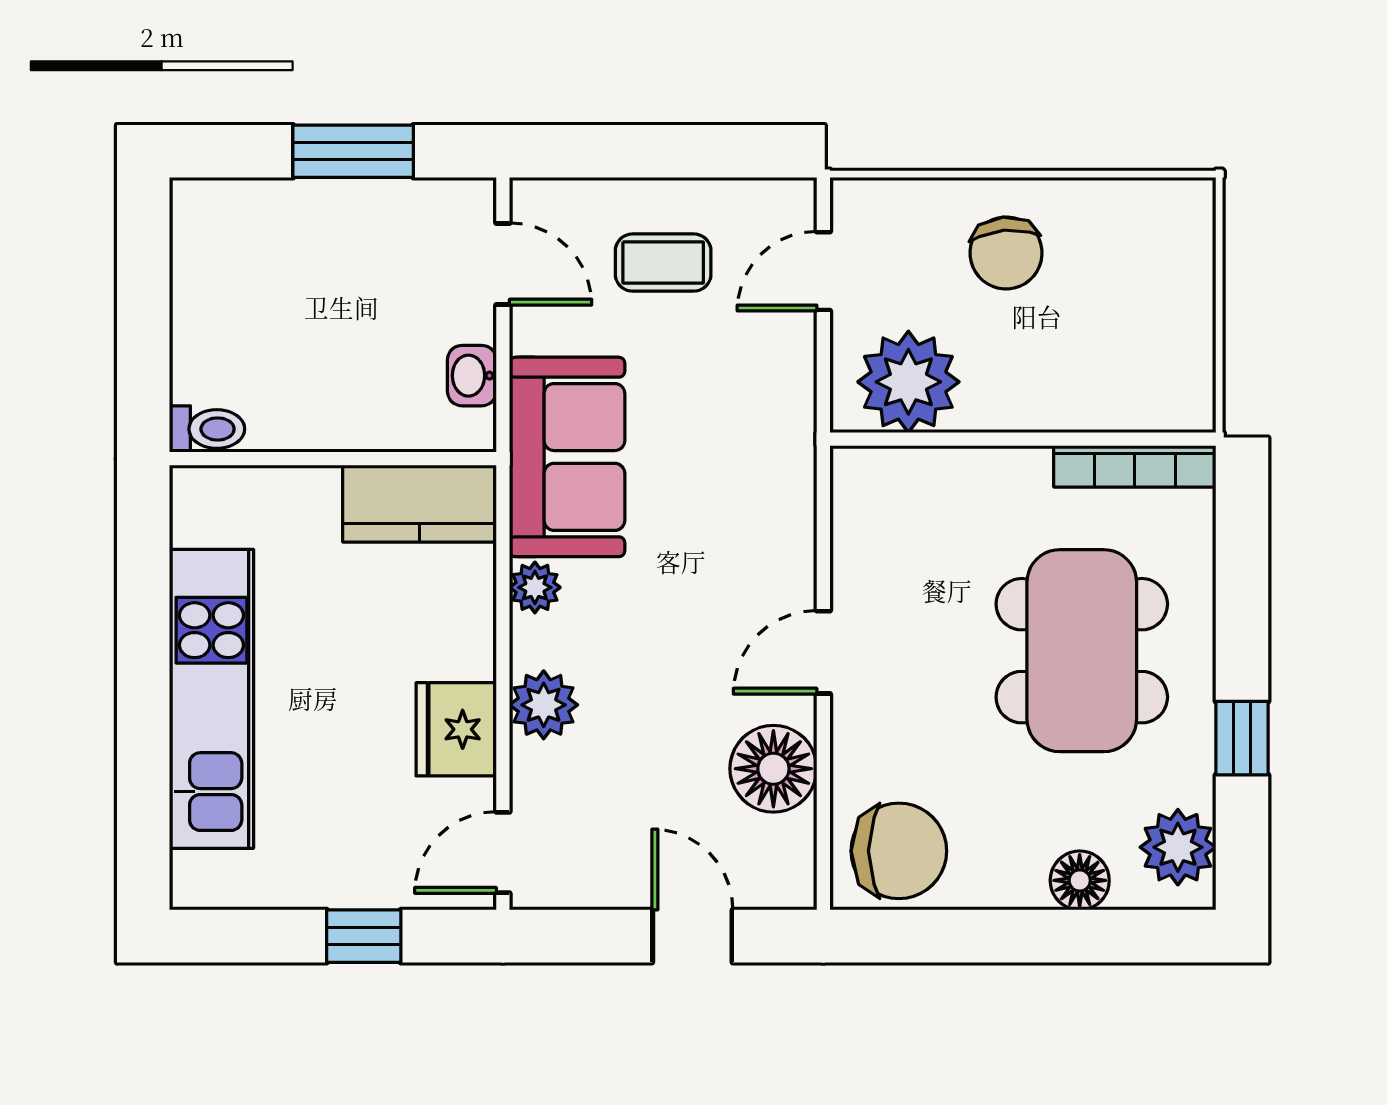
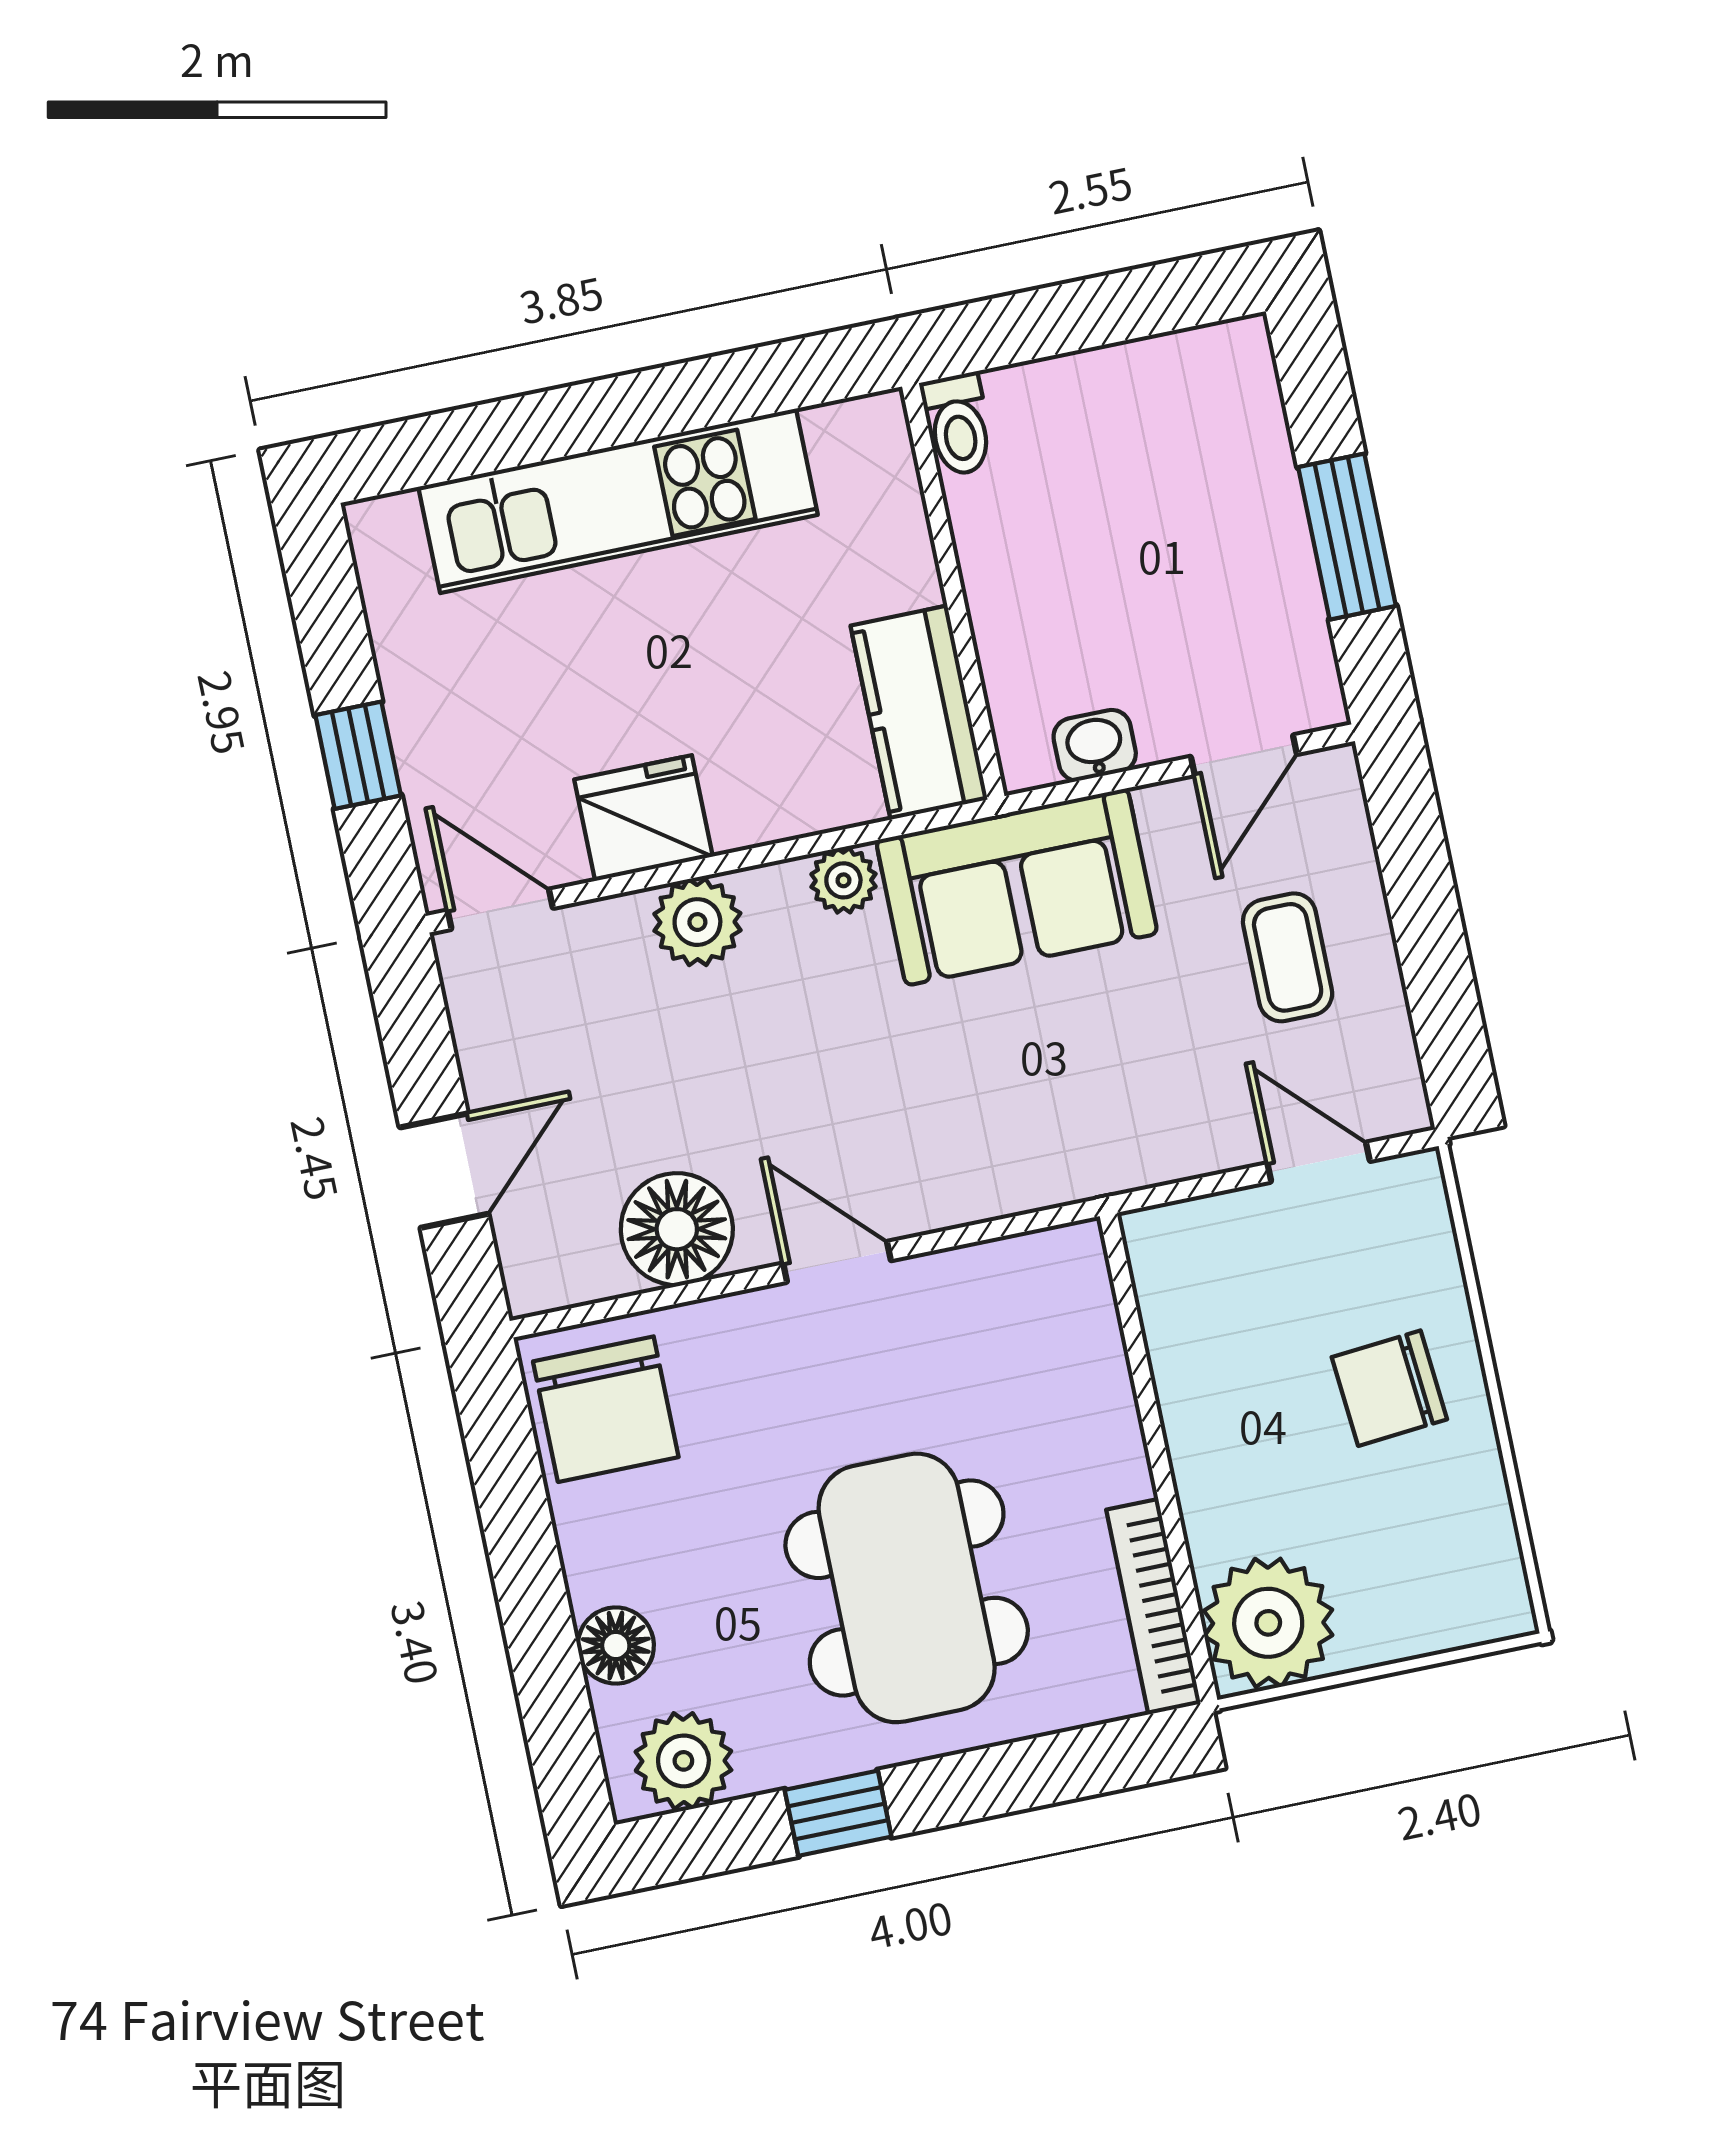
plant: (908, 382) -> (1268, 1623), moved
dining table: (1082, 651) -> (907, 1588), turned 90

